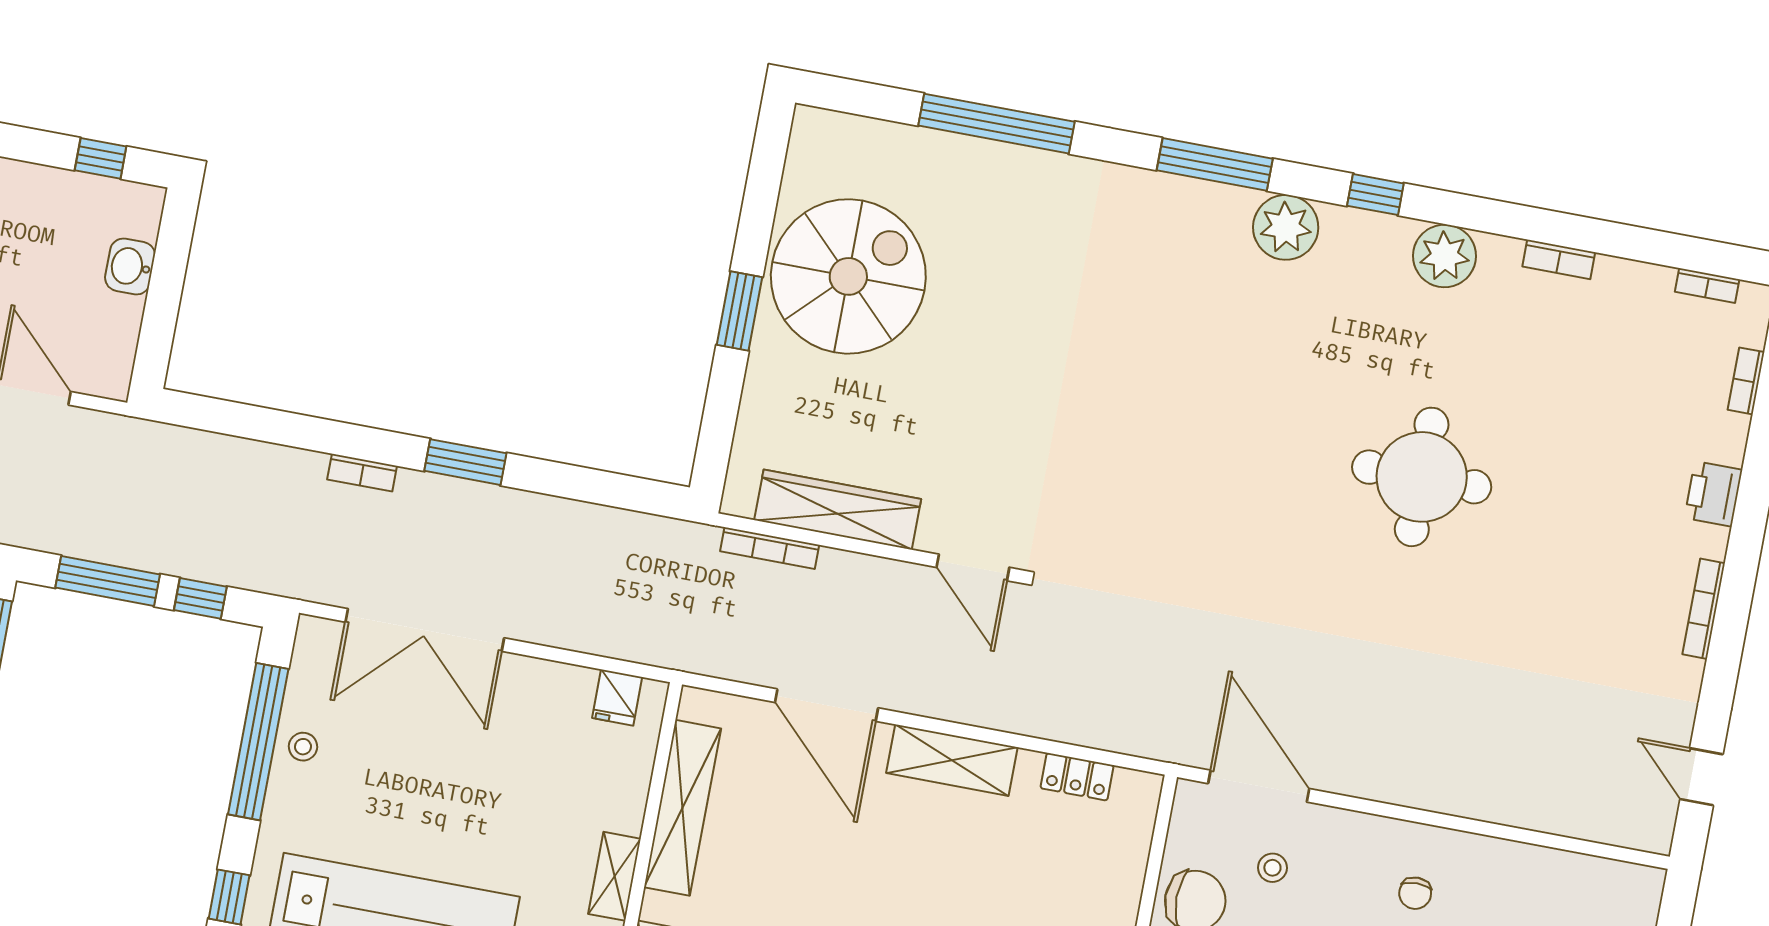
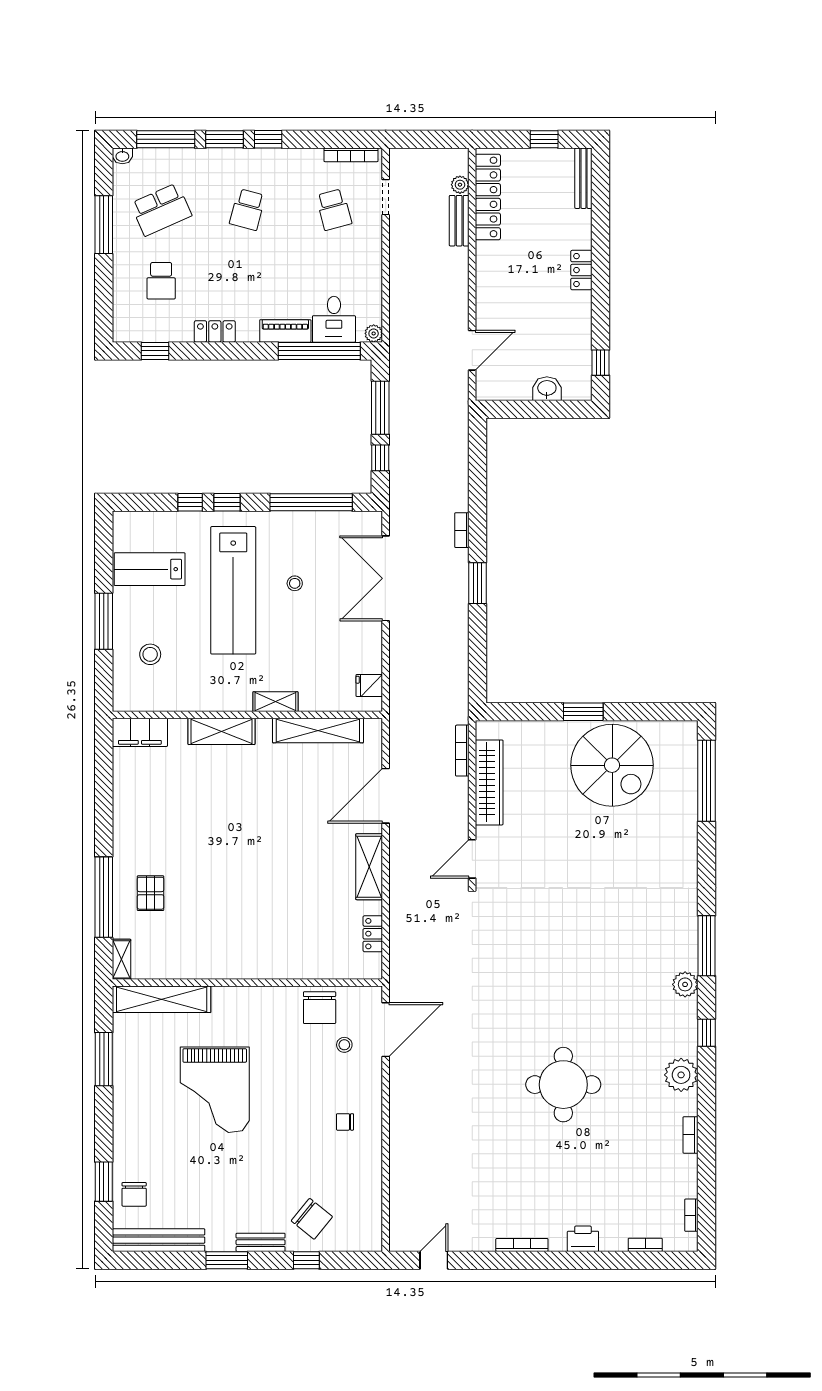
window: (997, 124) -> (706, 781), moved
plant: (1286, 227) -> (685, 984), width x0.73, depth x0.73
stool: (303, 747) -> (295, 583), moved

